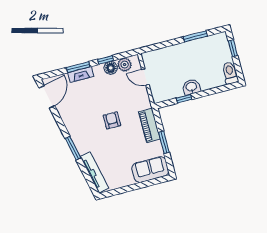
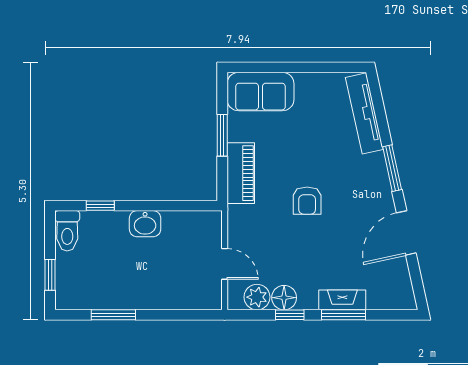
door: (47, 97) -> (406, 233), moved
window: (184, 99) -> (100, 206), moved

